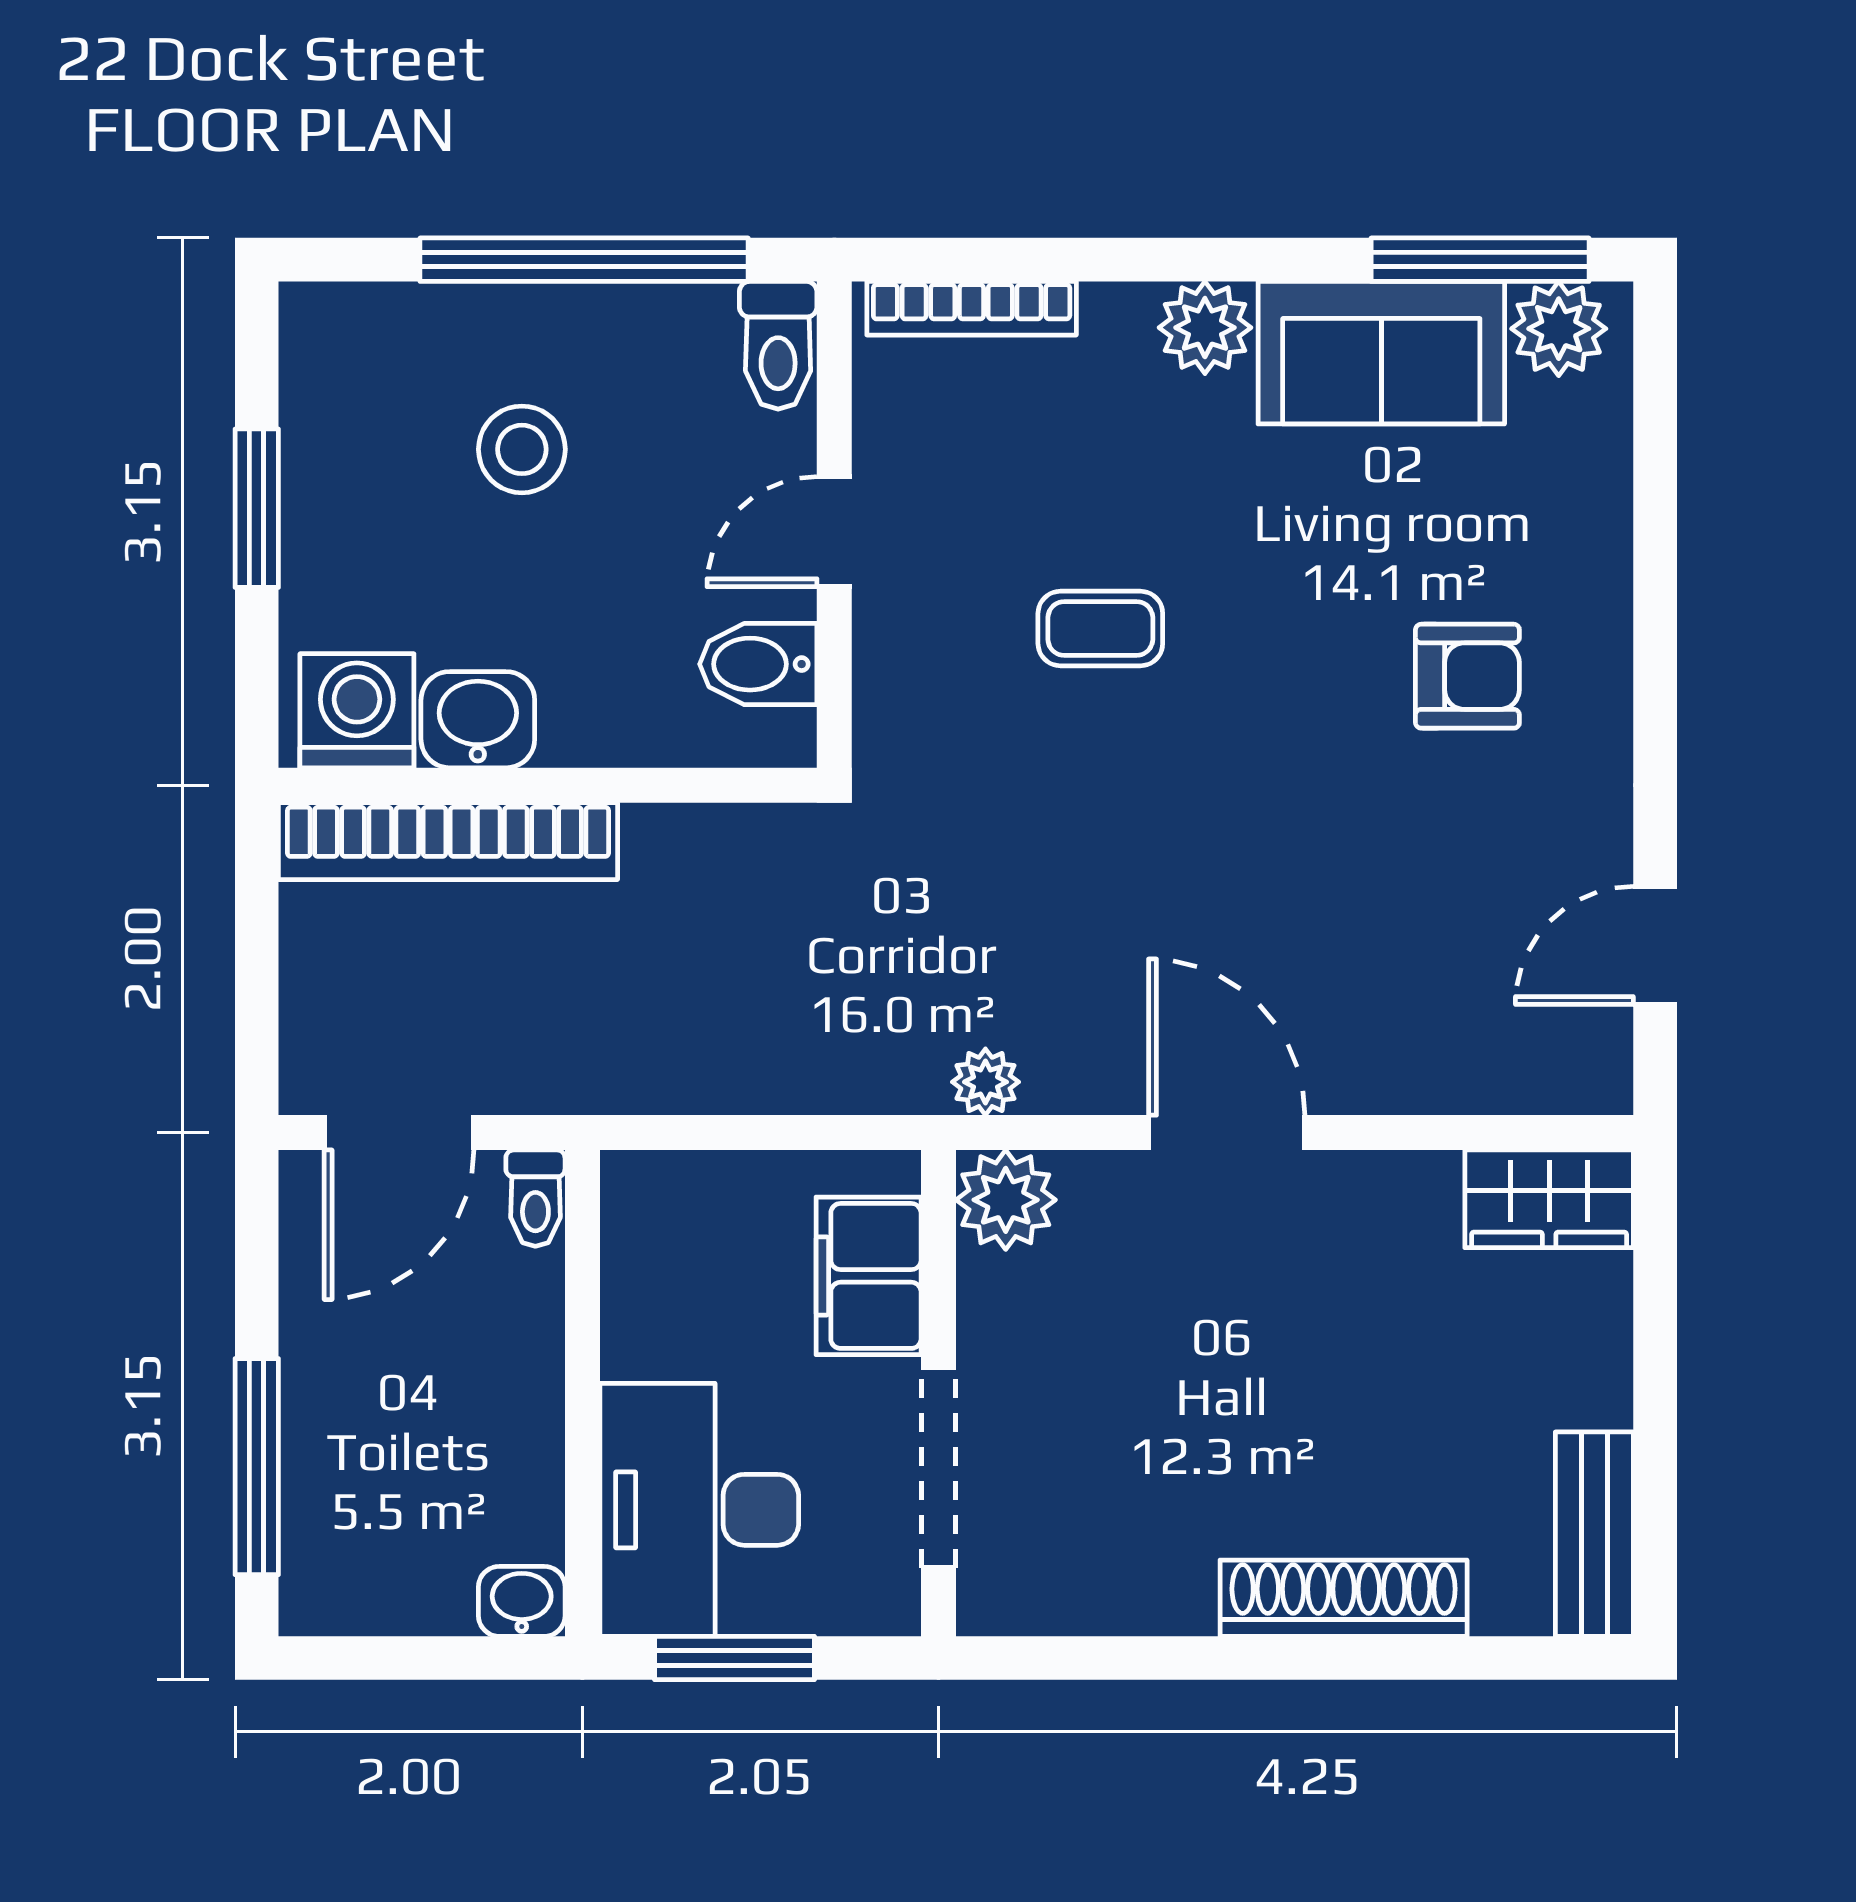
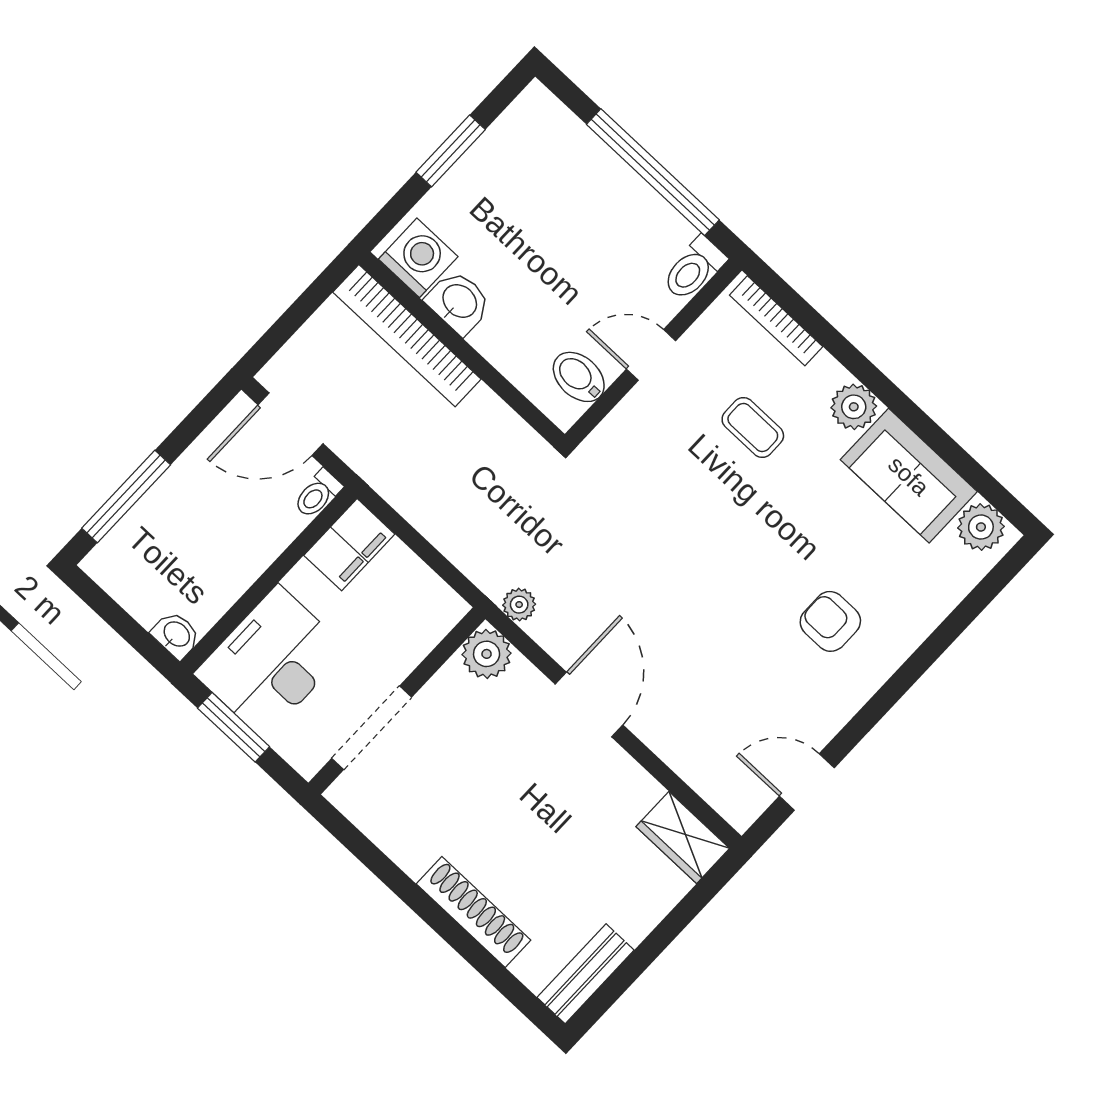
window: (1480, 260) -> (976, 476), removed
stool: (522, 449) -> (566, 219), removed
coffee table: (1100, 628) -> (753, 427), moved
armchair: (1467, 676) -> (830, 621), turned 180
filing cabinet: (869, 1276) -> (349, 545), moved, turned 180

